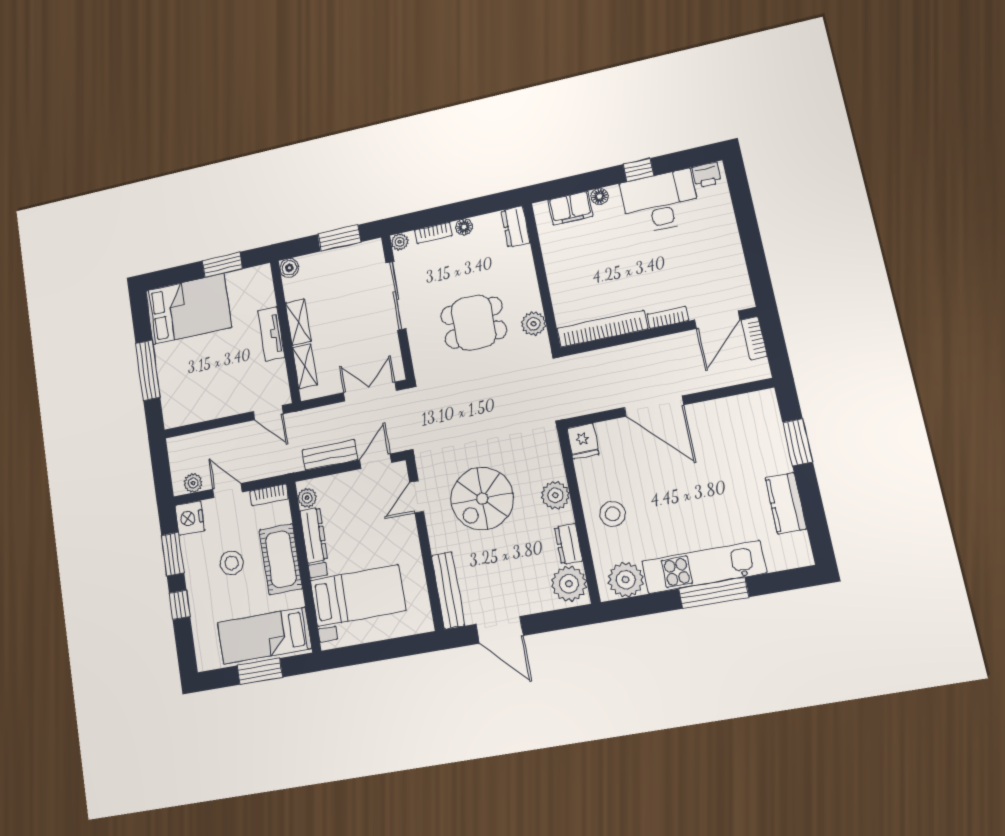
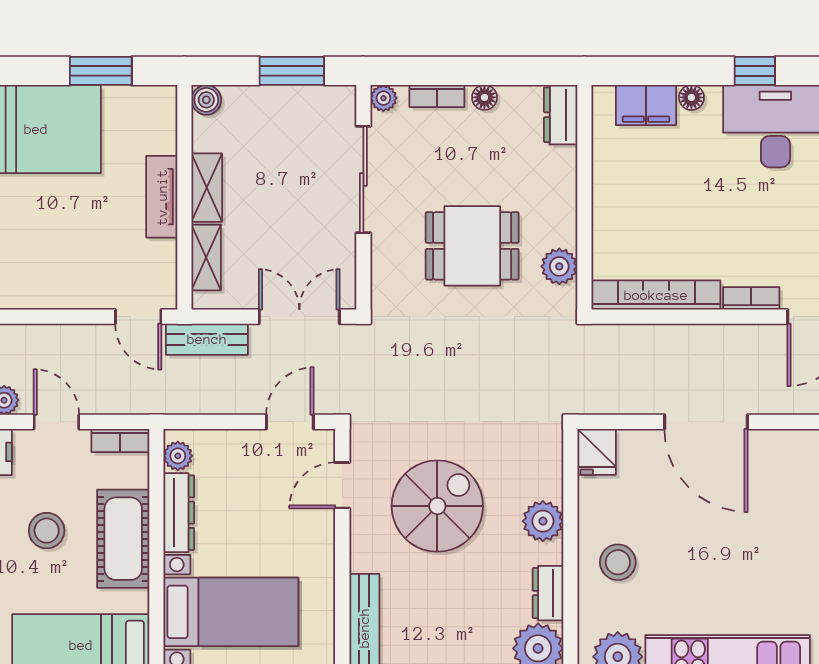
bench: (330, 455) -> (207, 339), moved
spiral stairs: (482, 499) -> (437, 506), turned 180

